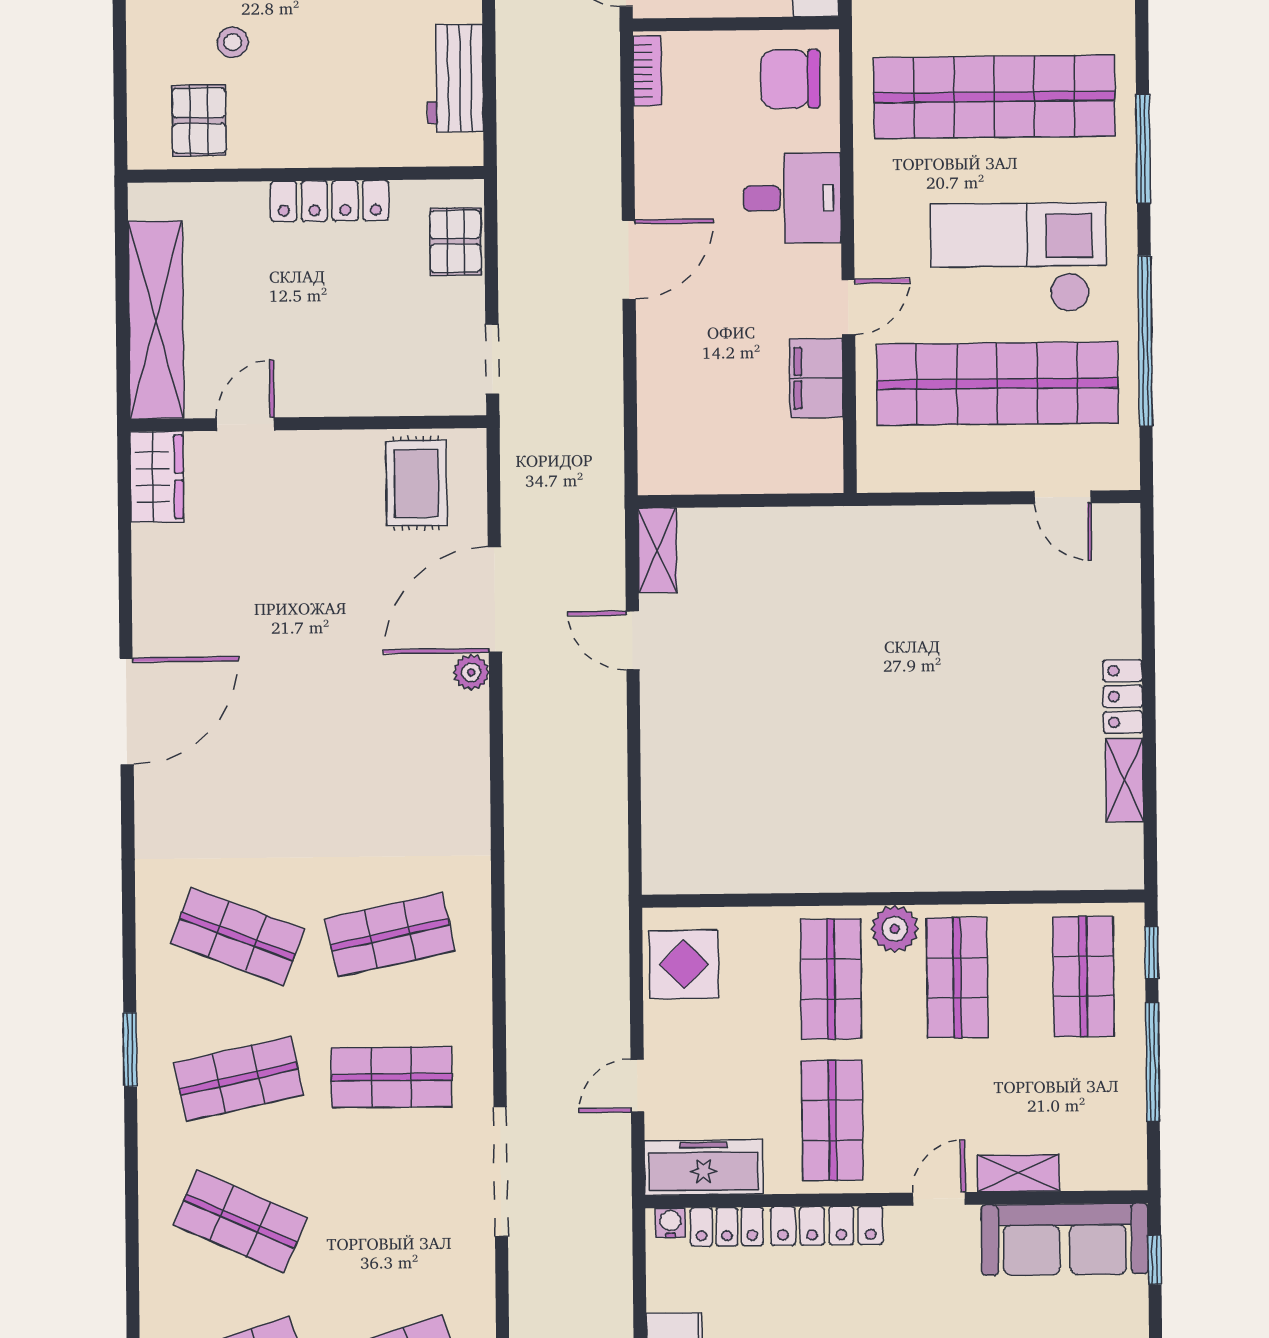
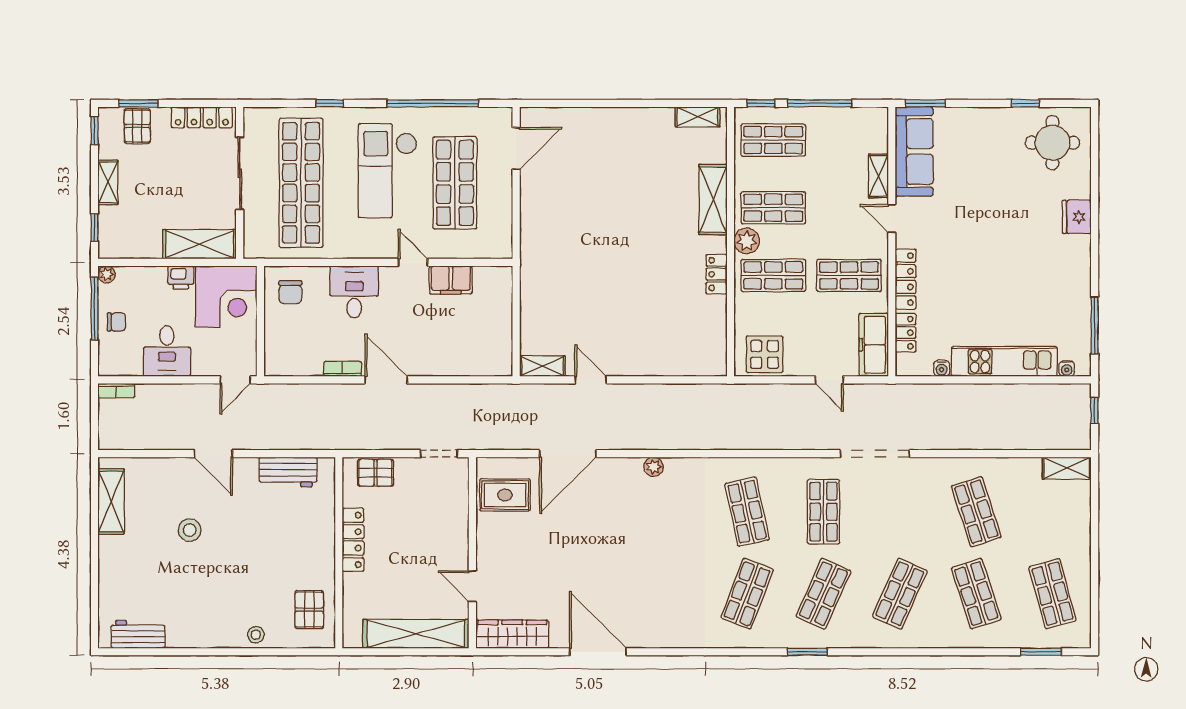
stool: (233, 42) -> (256, 635), moved
bookcase: (647, 71) -> (342, 369), moved
chair: (790, 79) -> (290, 292), width x0.73, depth x0.73
pallet: (199, 121) -> (309, 610), turned 90
window: (1143, 149) -> (330, 103), width x0.46
shop shelf: (997, 384) -> (455, 183), width x0.71
wardrobe: (157, 477) -> (512, 634), width x1.50
door: (1063, 497) -> (516, 148), width x1.37
door: (495, 600) -> (568, 454), hinge flipped
door: (633, 640) -> (591, 380), swing flipped
plant: (471, 672) -> (654, 467), moved
locker: (1123, 696) -> (717, 274), moved, turned 90
door: (127, 711) -> (598, 652), moved
shelving: (1125, 780) -> (698, 117), moved
shelving: (971, 865) -> (713, 200), added
shop shelf: (239, 1079) -> (823, 594), turned 36
water cooler: (670, 1223) -> (942, 368), moved, turned -90
window: (1155, 1260) -> (926, 103), width x1.50

